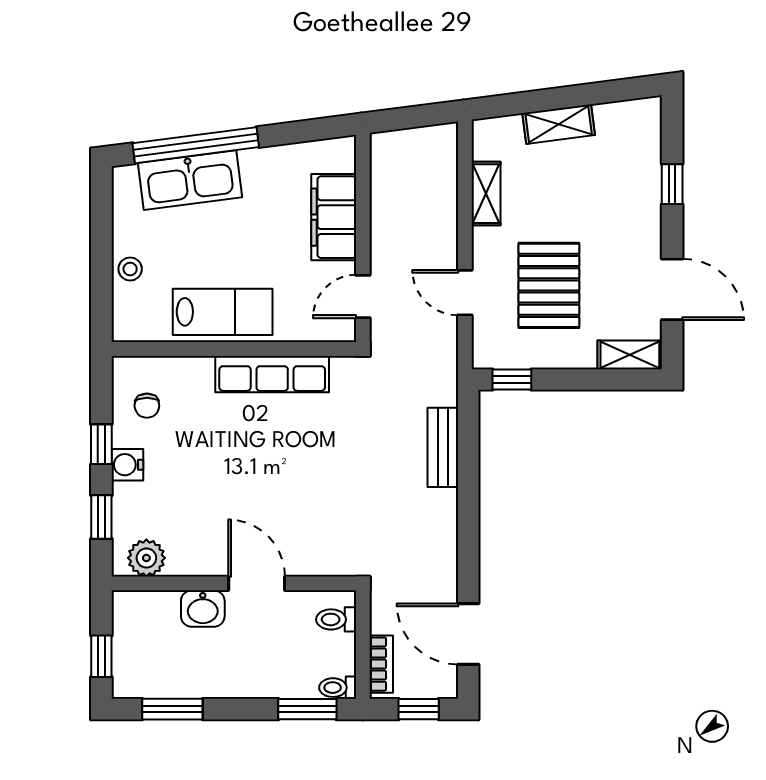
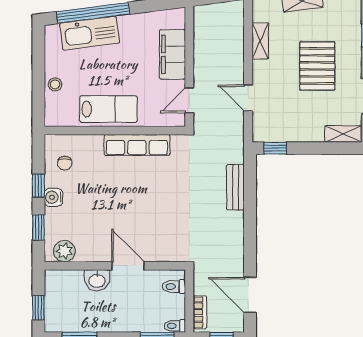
pallet: (549, 285) -> (317, 66), moved

